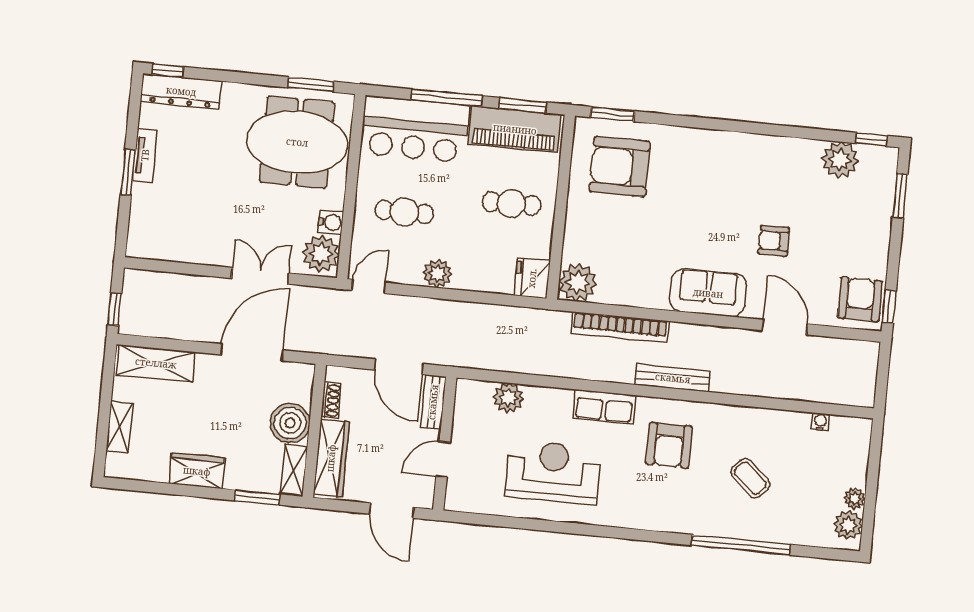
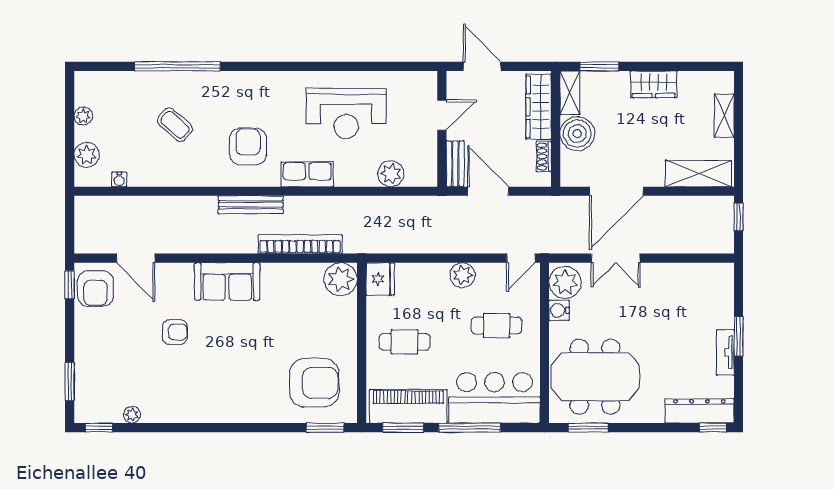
plant: (840, 160) -> (132, 415), width x0.53, depth x0.53
door: (785, 327) -> (136, 258), moved
plant: (848, 525) -> (87, 155), moved

